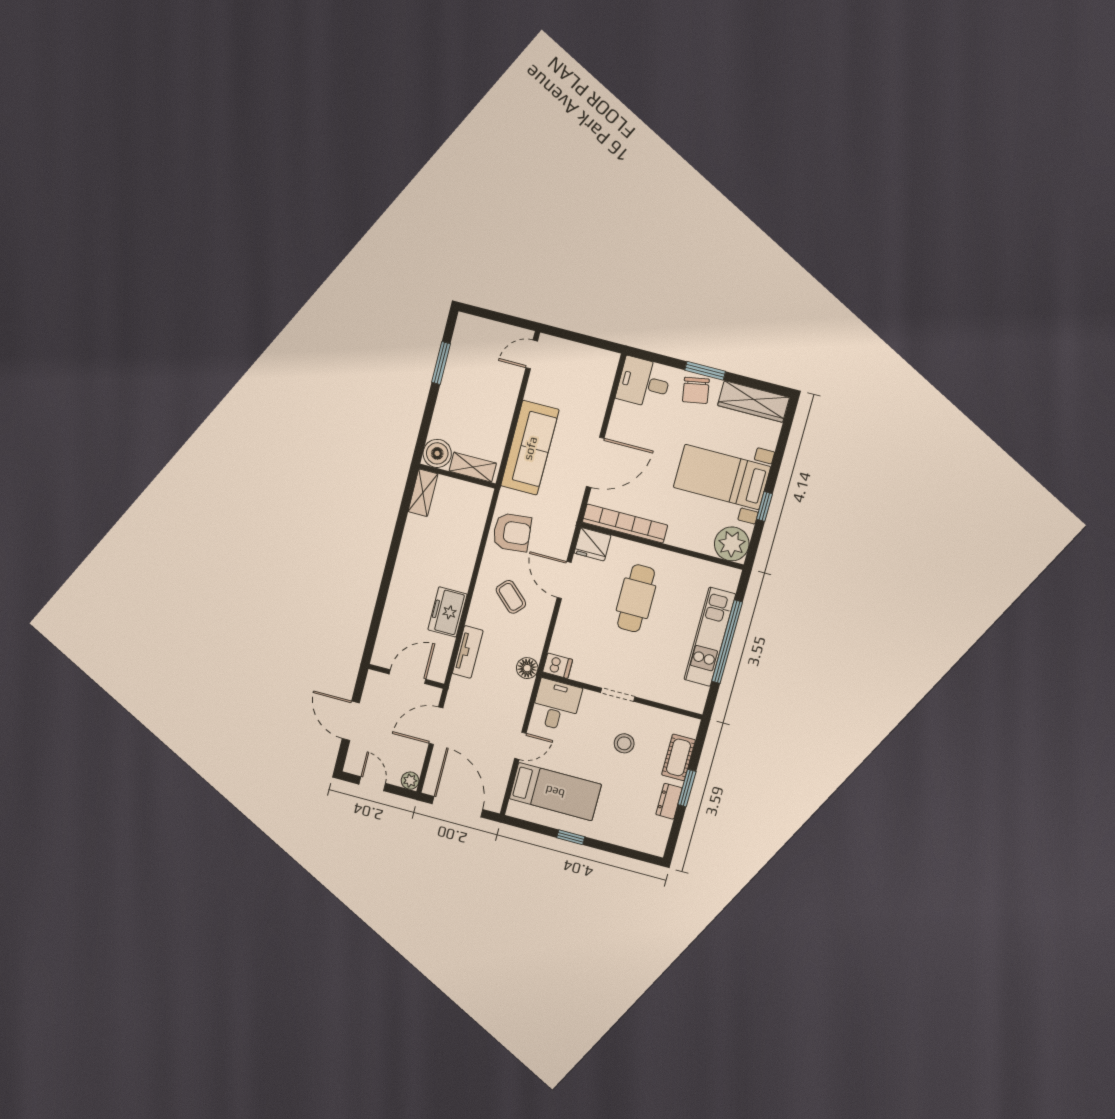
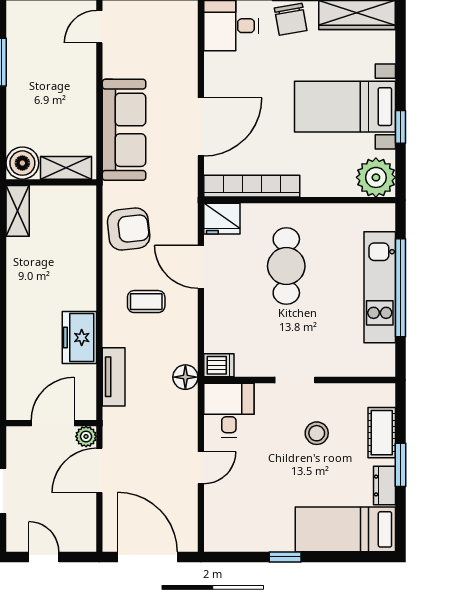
coffee table: (511, 597) -> (146, 302), turned -43
plant: (410, 781) -> (86, 436), moved
bed: (555, 792) -> (345, 529), moved, turned 180

